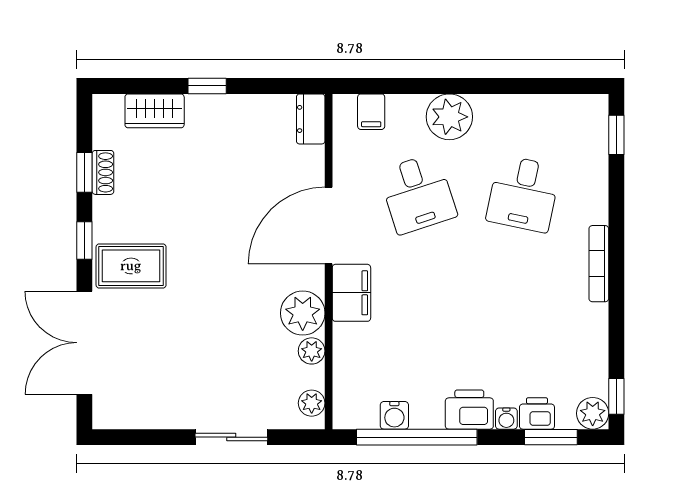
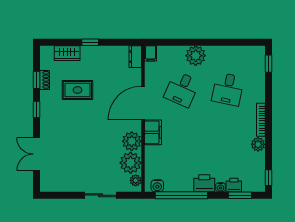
filing cabinet: (371, 112) -> (151, 53), moved
desk: (418, 194) -> (182, 89), turned 42
rug: (131, 266) -> (77, 90), moved
double door: (84, 343) -> (37, 154), width x0.73
plant: (312, 351) -> (131, 163), width x1.88, depth x1.88
plant: (593, 413) -> (258, 144), moved
water cooler: (394, 415) -> (157, 186), moved

